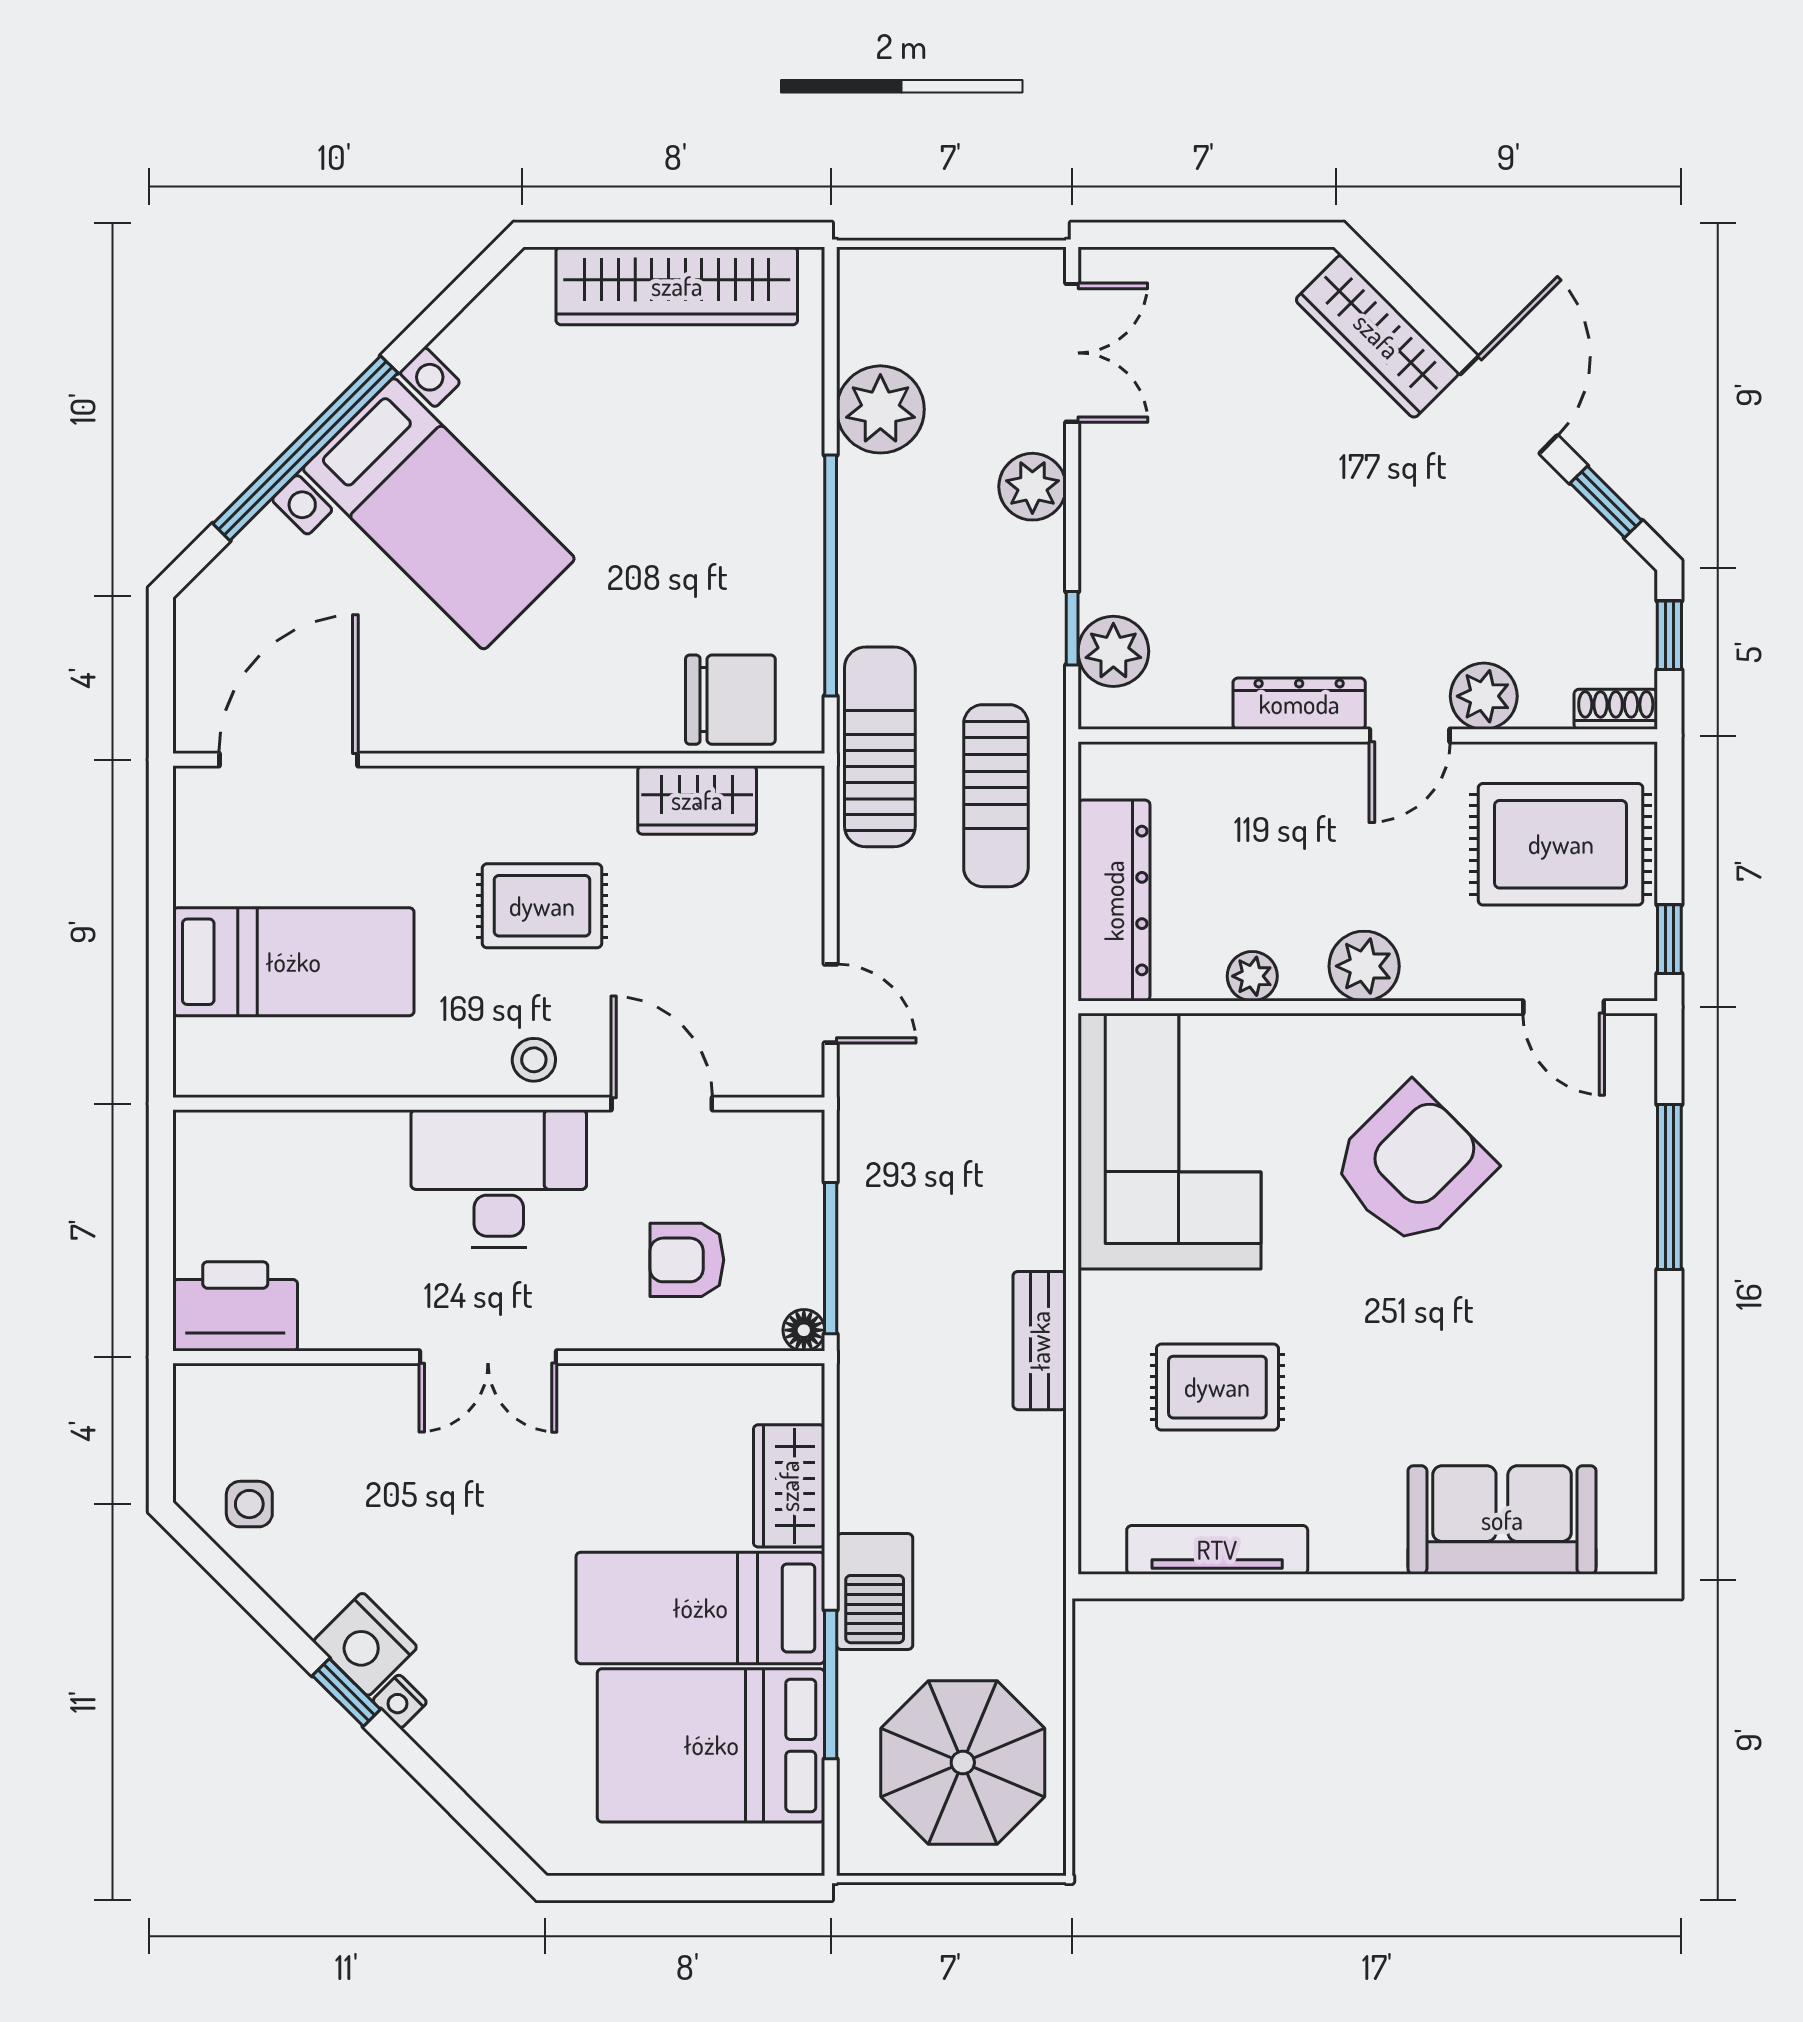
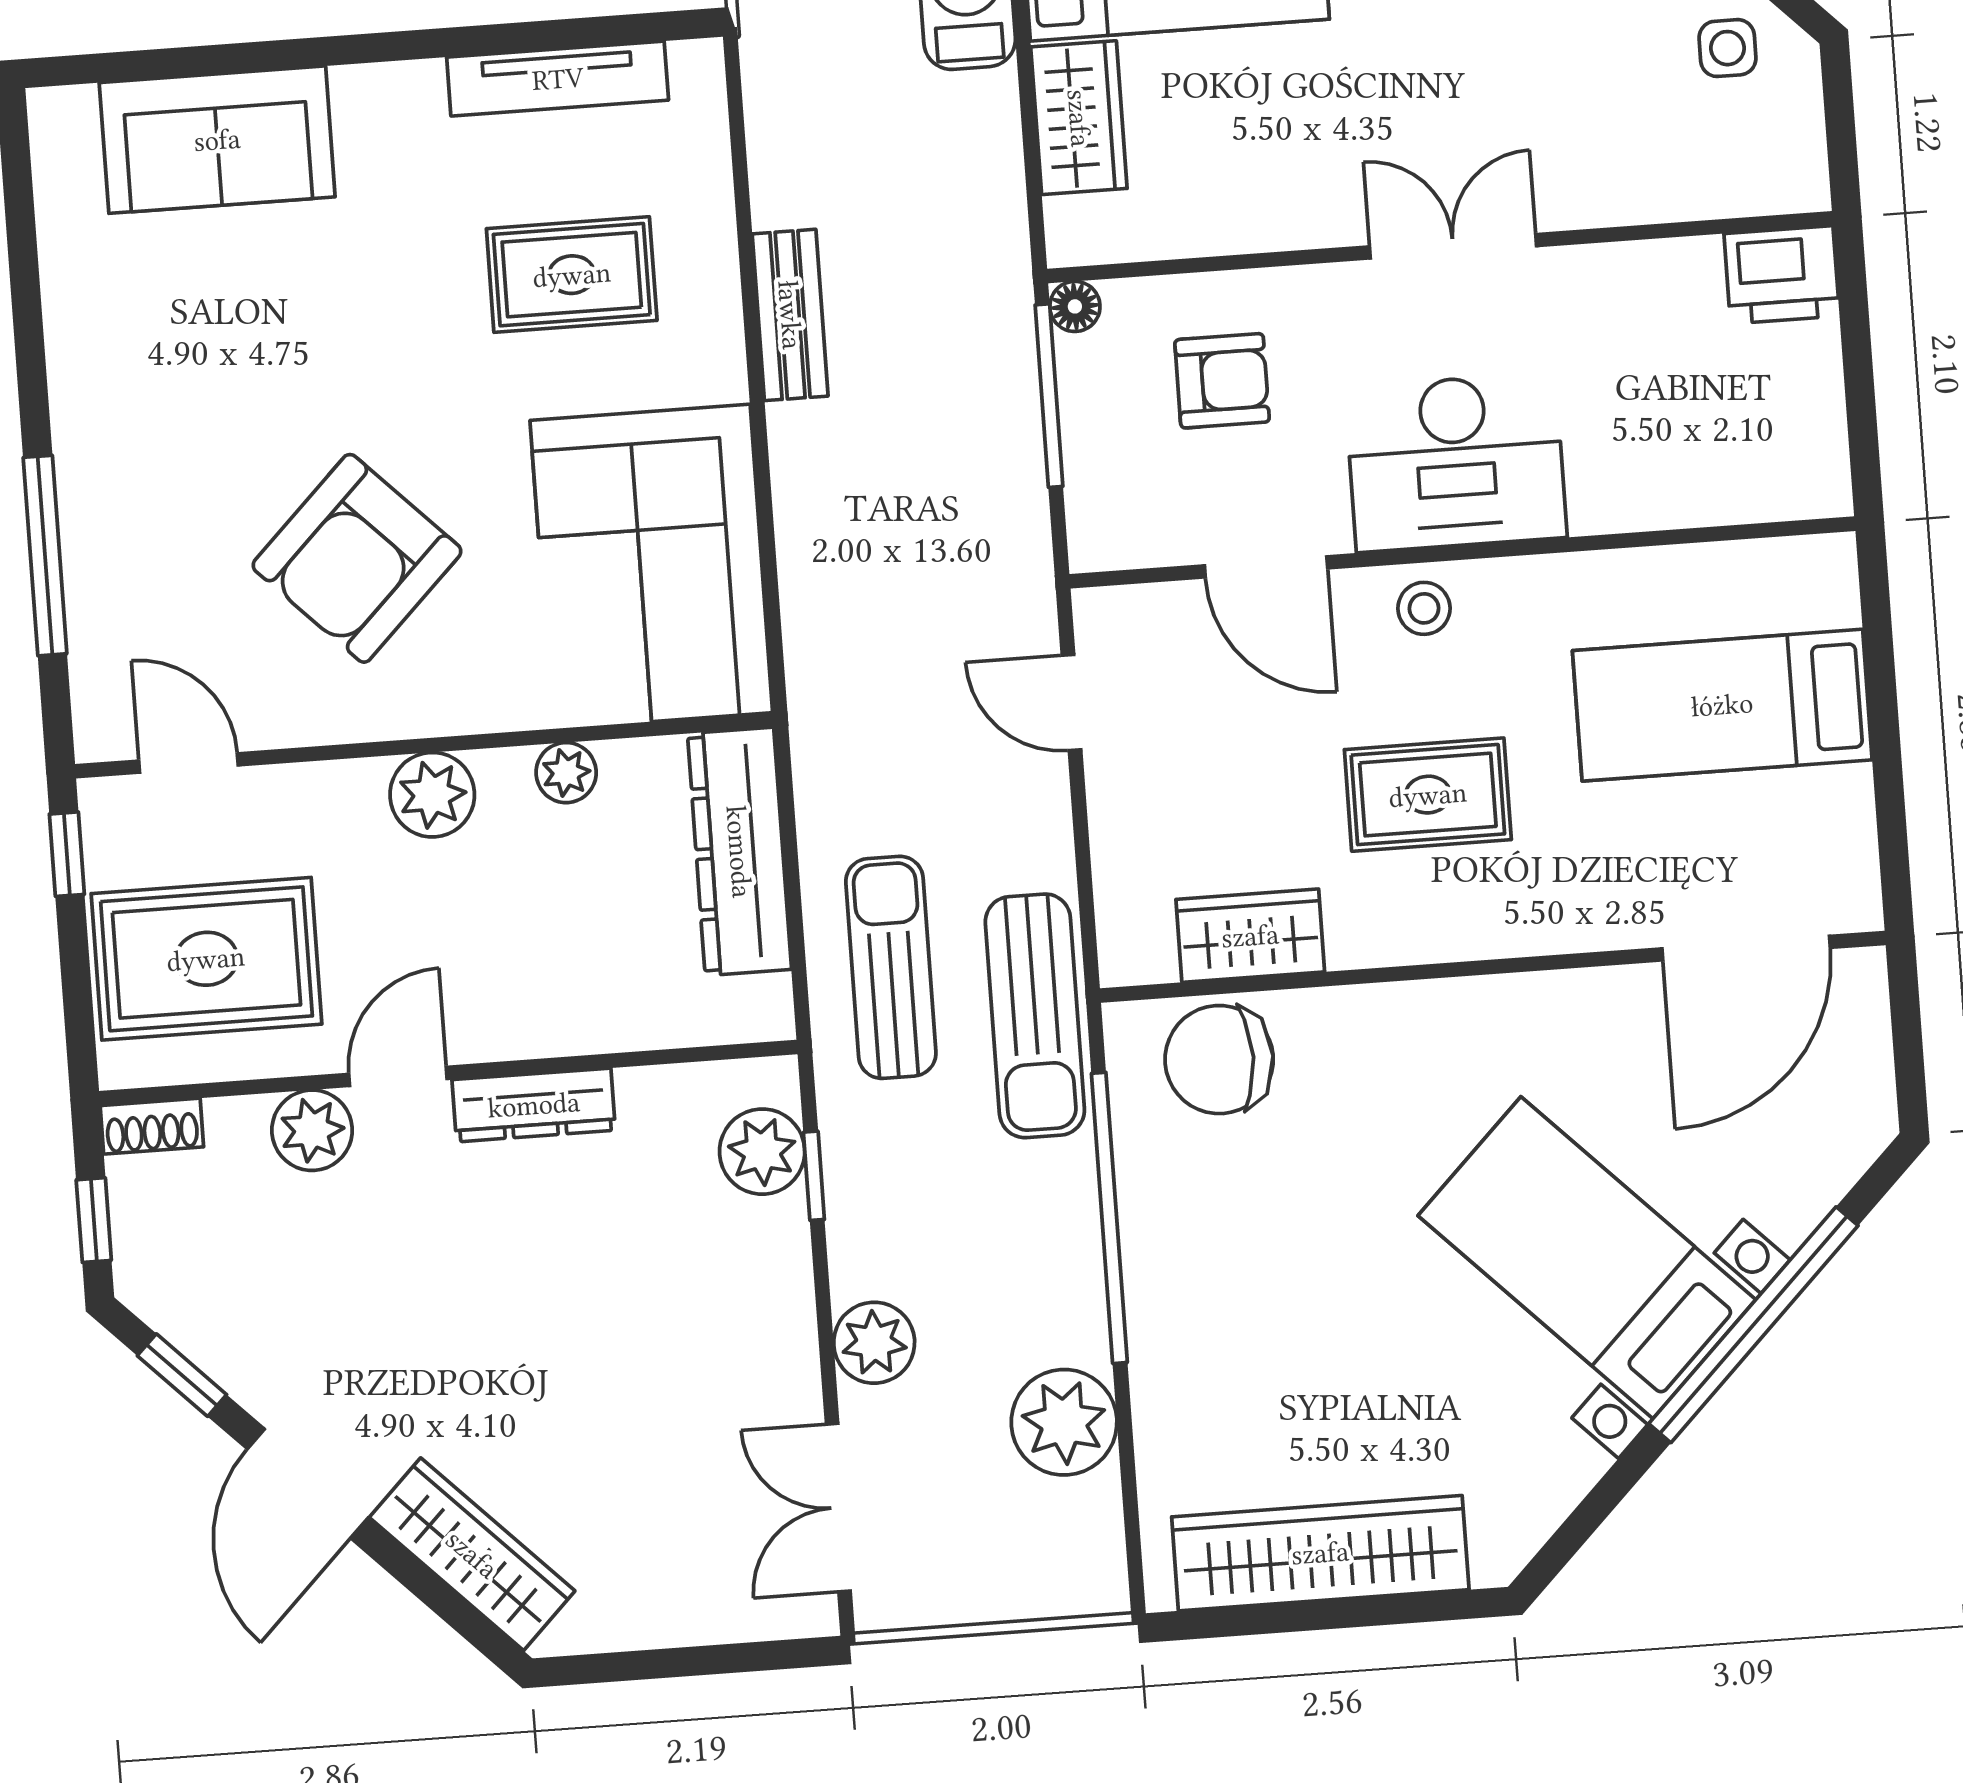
printer: (235, 1306) -> (1782, 275), width x0.73, depth x0.84

